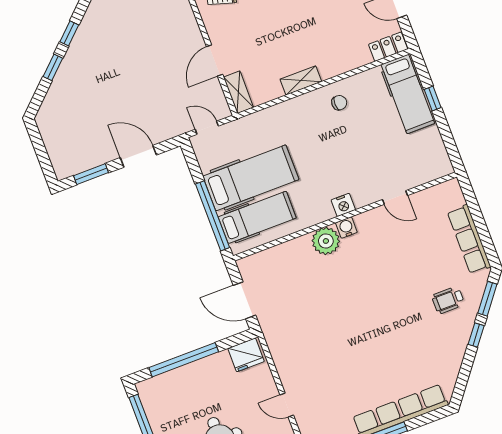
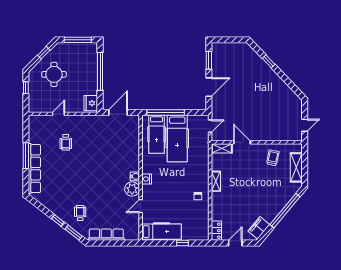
window: (69, 33) -> (282, 76), removed
hospital bed: (408, 94) -> (161, 232), moved, turned 180
plant: (326, 241) -> (132, 189), moved
wheelchair: (332, 373) -> (66, 142), added

